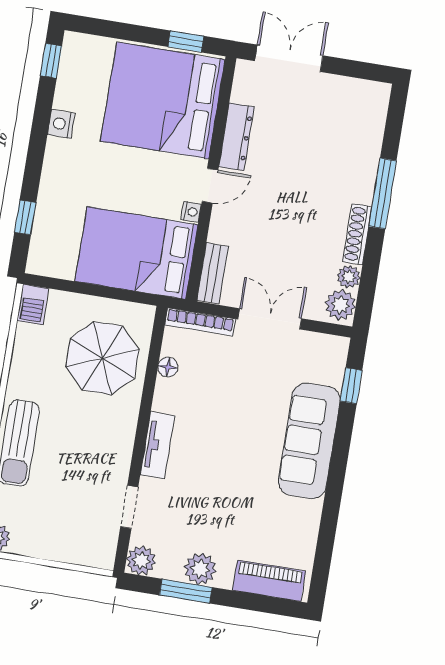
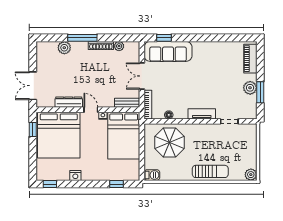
plant: (340, 305) -> (64, 48), moved
sofa: (309, 441) -> (168, 51), moved
plant: (141, 561) -> (251, 113), removed

